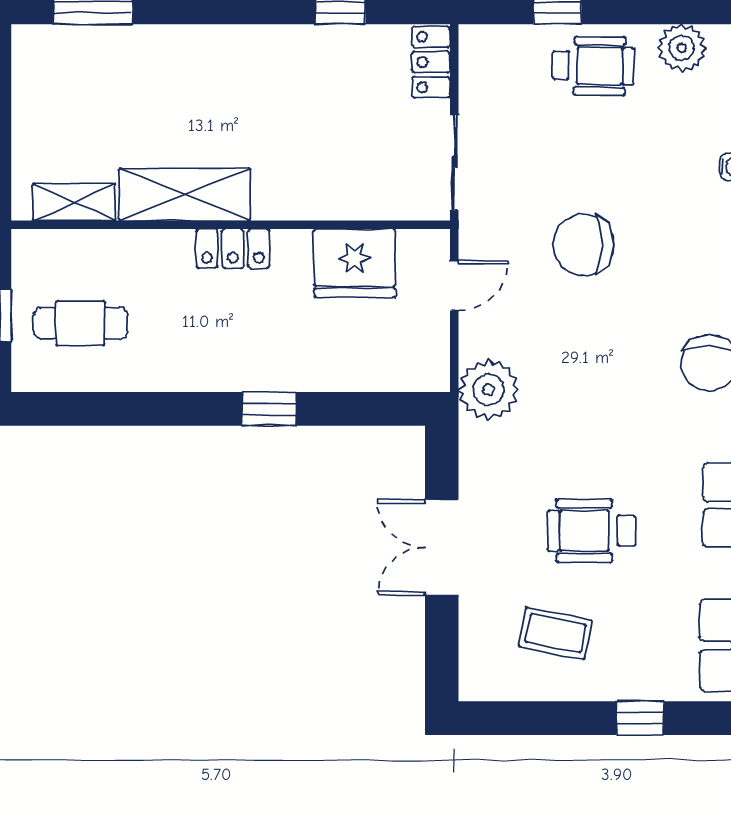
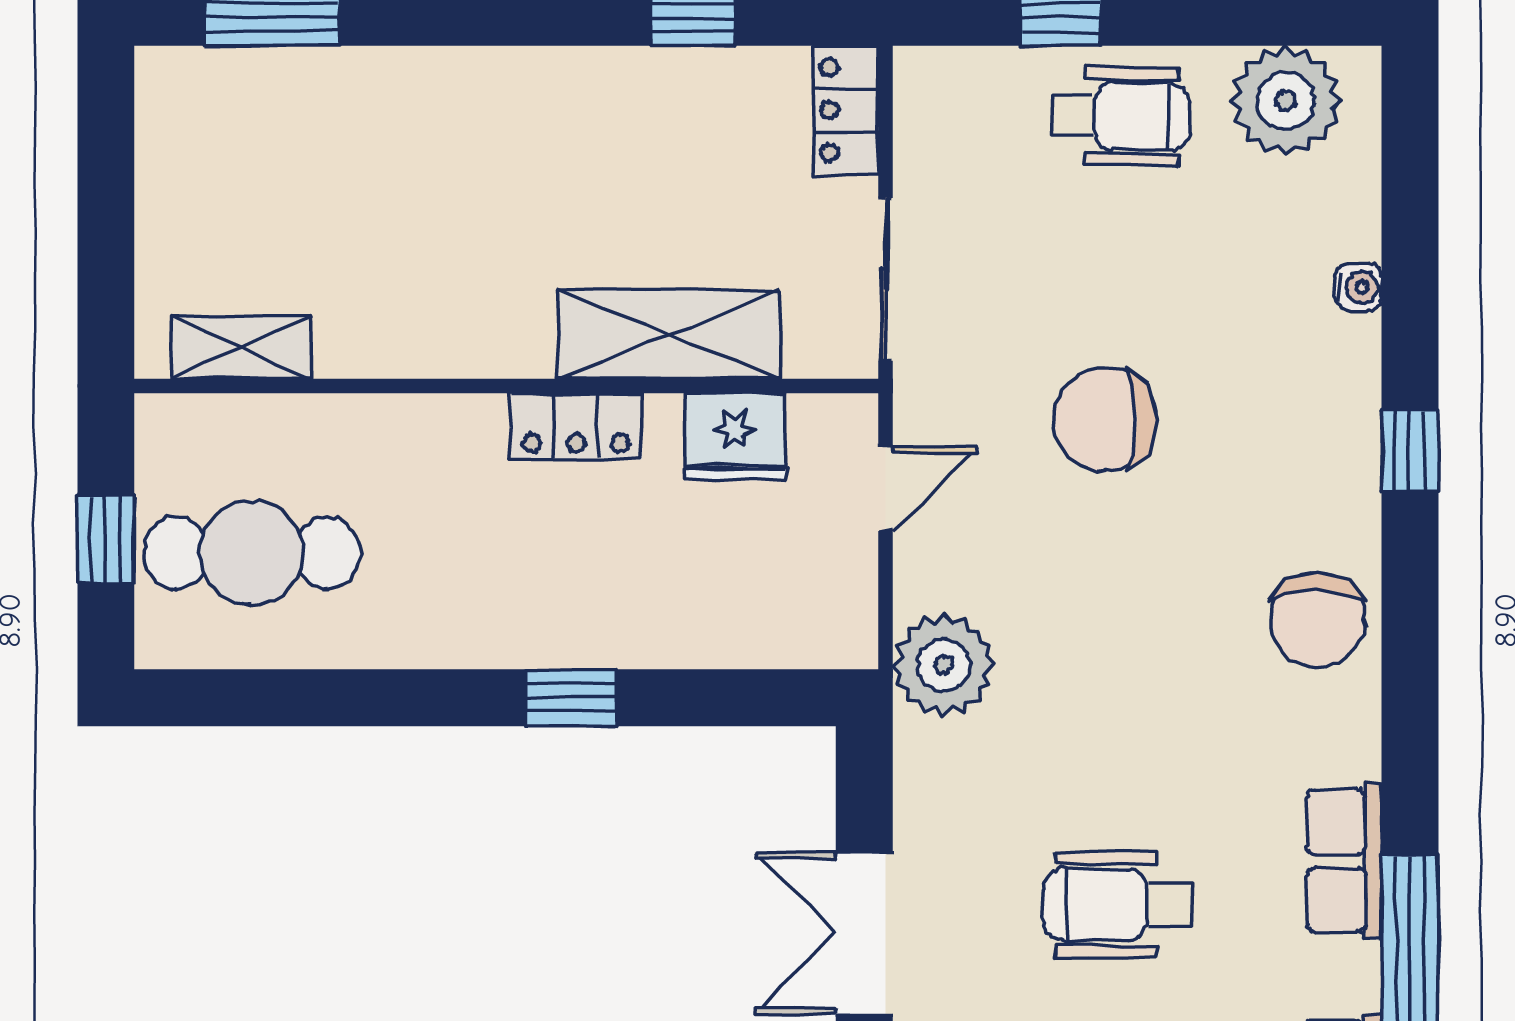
plant: (682, 48) -> (1286, 101), width x1.36, depth x1.36
shelving: (185, 194) -> (669, 334), moved
locker: (233, 249) -> (576, 426), moved
fridge: (355, 263) -> (735, 437), width x0.73, depth x0.75
cafe table: (81, 323) -> (252, 553), width x1.37, depth x1.35

